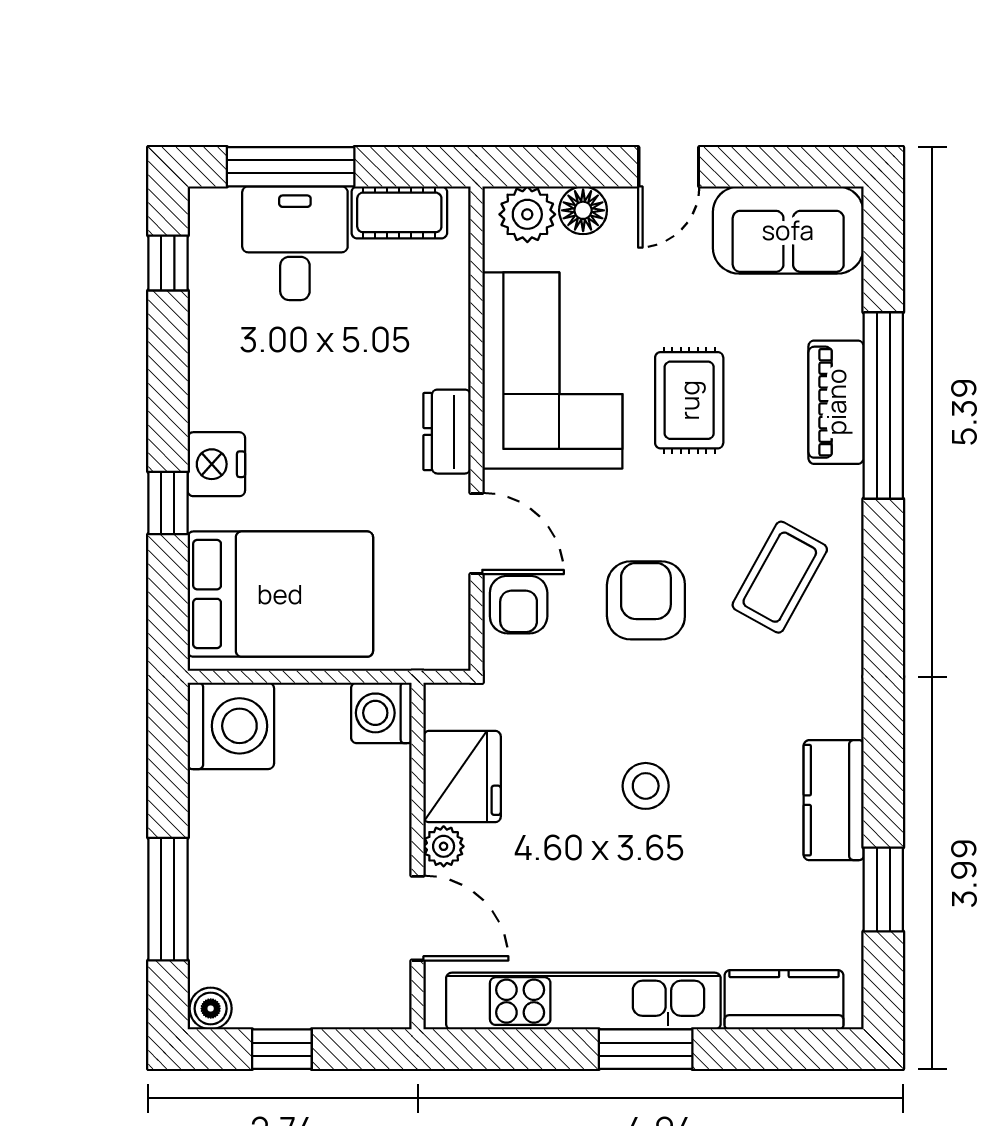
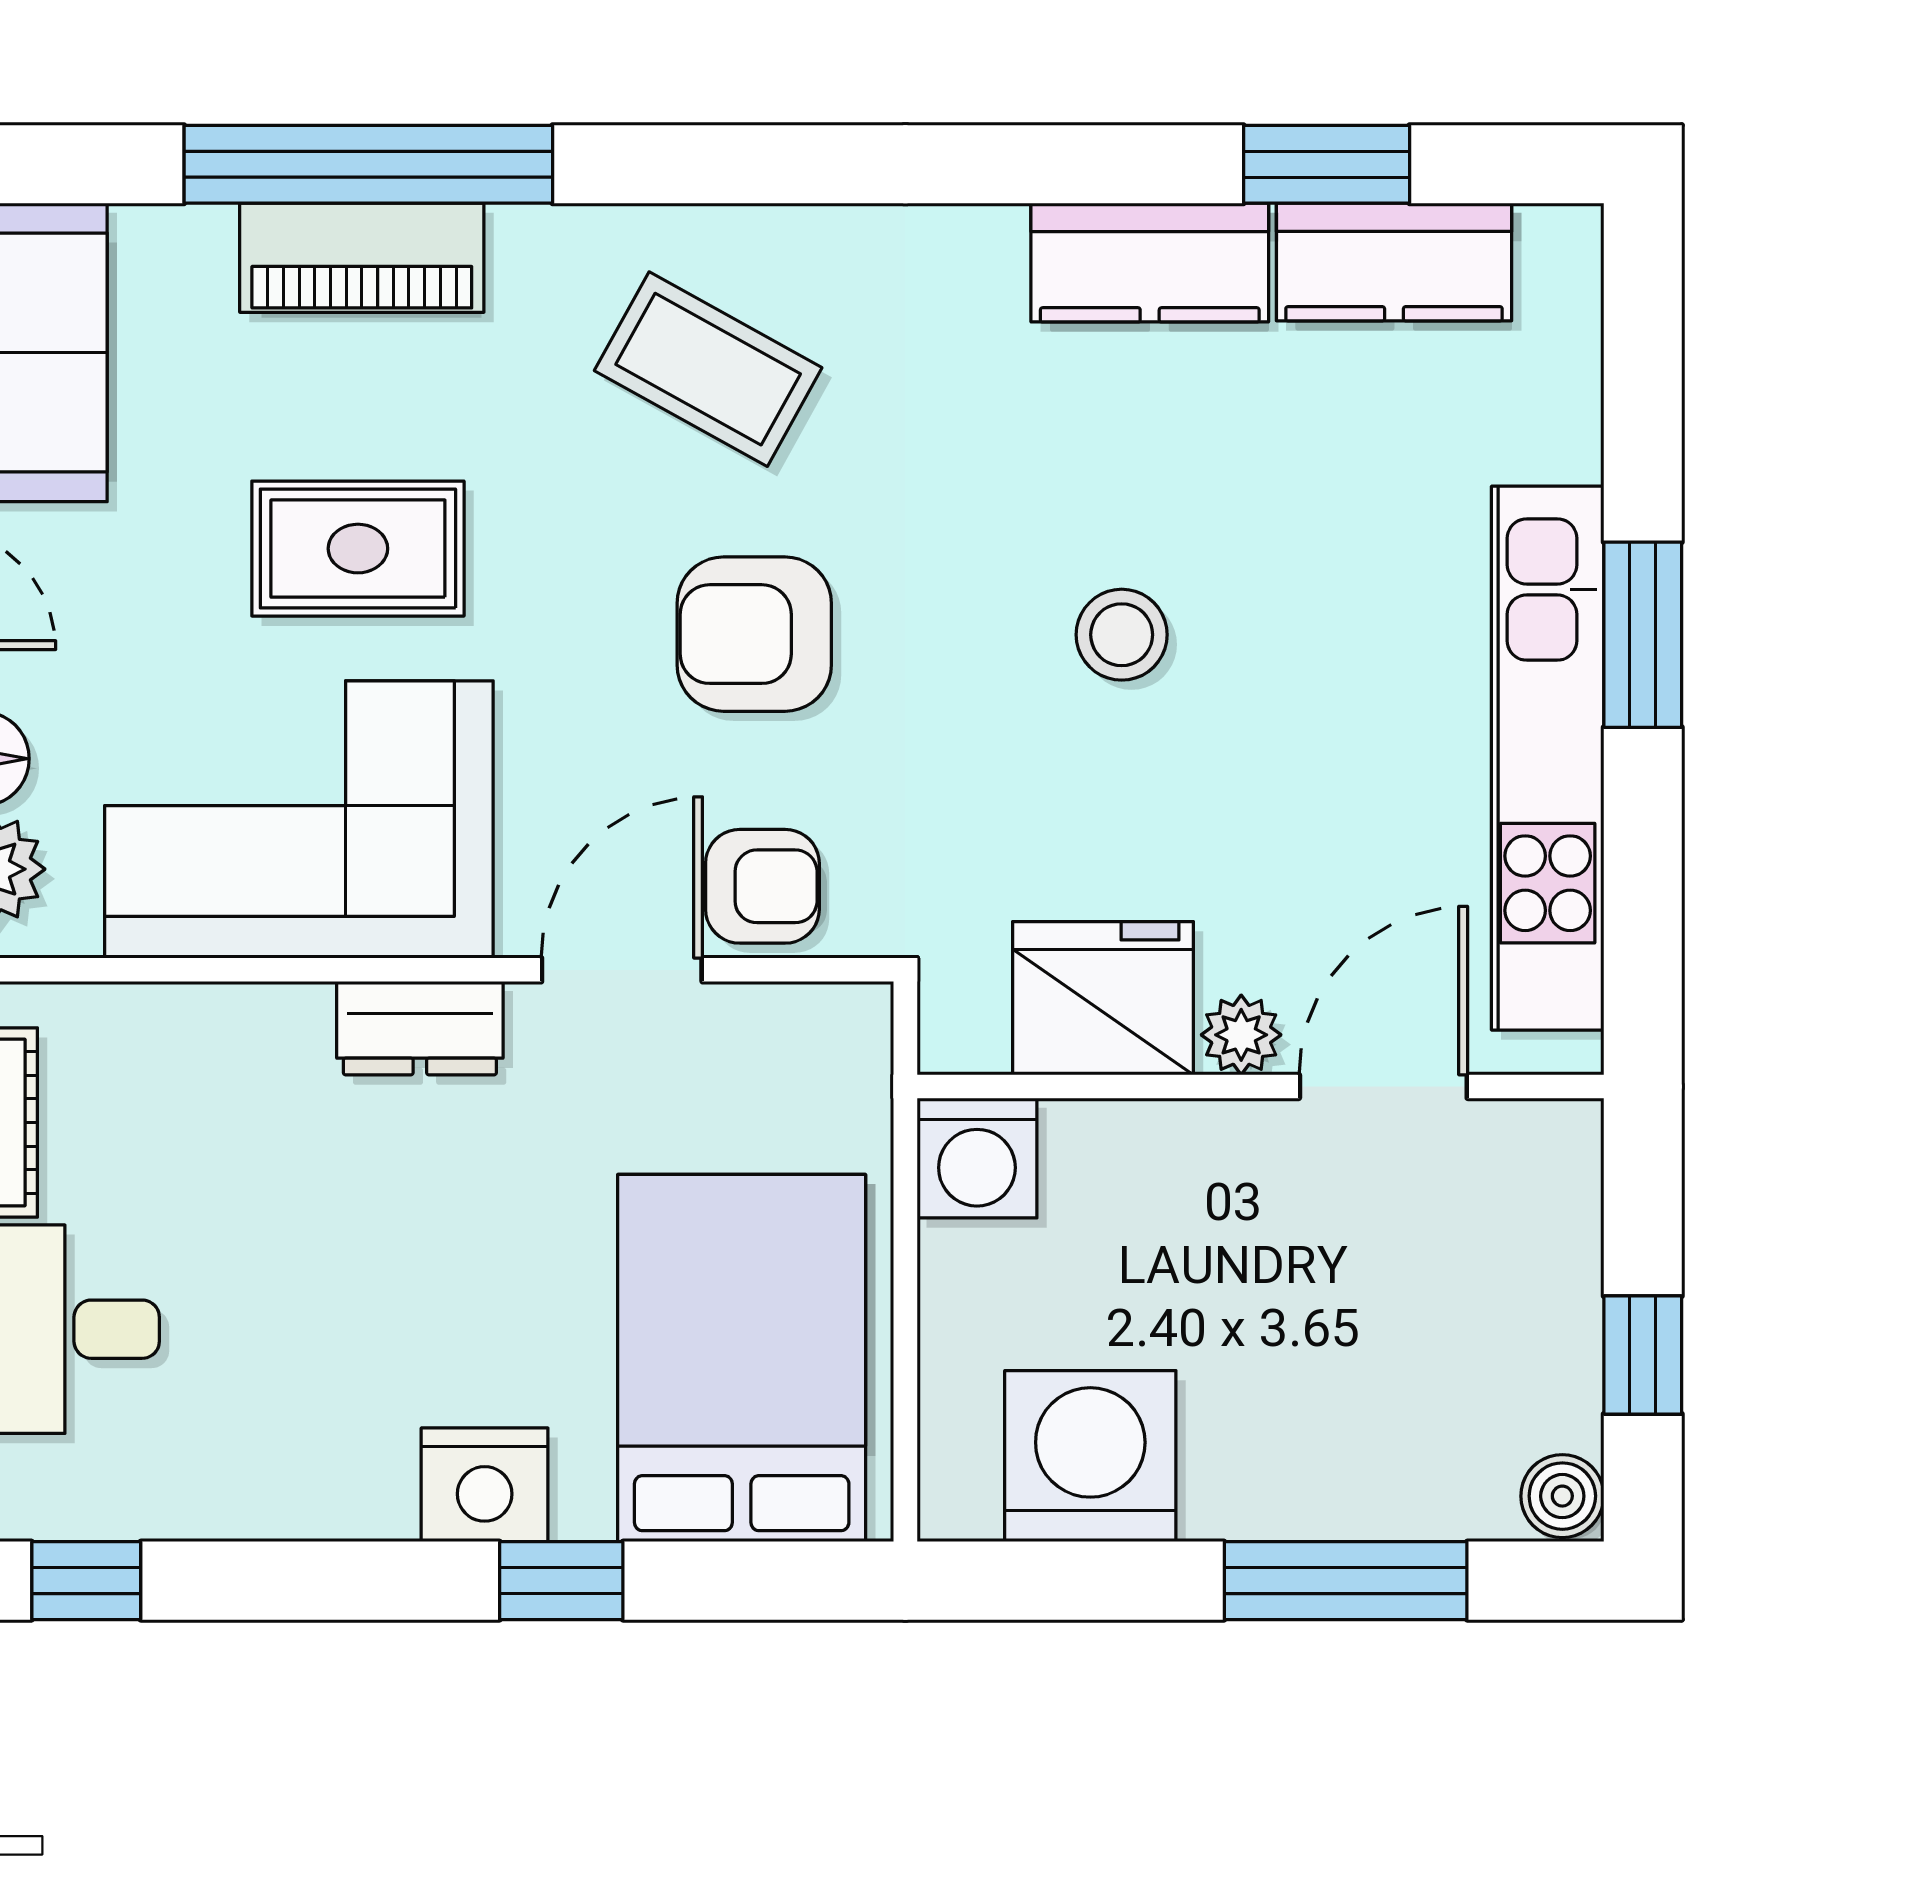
washing machine: (231, 726) -> (1090, 1456), moved
kitchen counter: (784, 1000) -> (1394, 262), moved, turned -90

